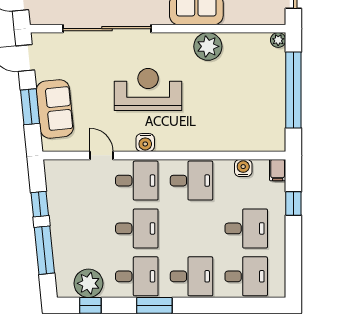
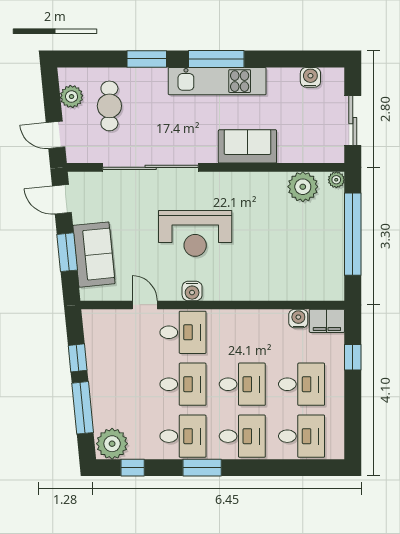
plant: (208, 46) -> (303, 187), moved
reception desk: (148, 89) -> (195, 233), turned 180
filing cabinet: (278, 170) -> (327, 321), width x2.00
desk: (191, 181) -> (242, 384), moved
plant: (88, 283) -> (112, 444), moved

